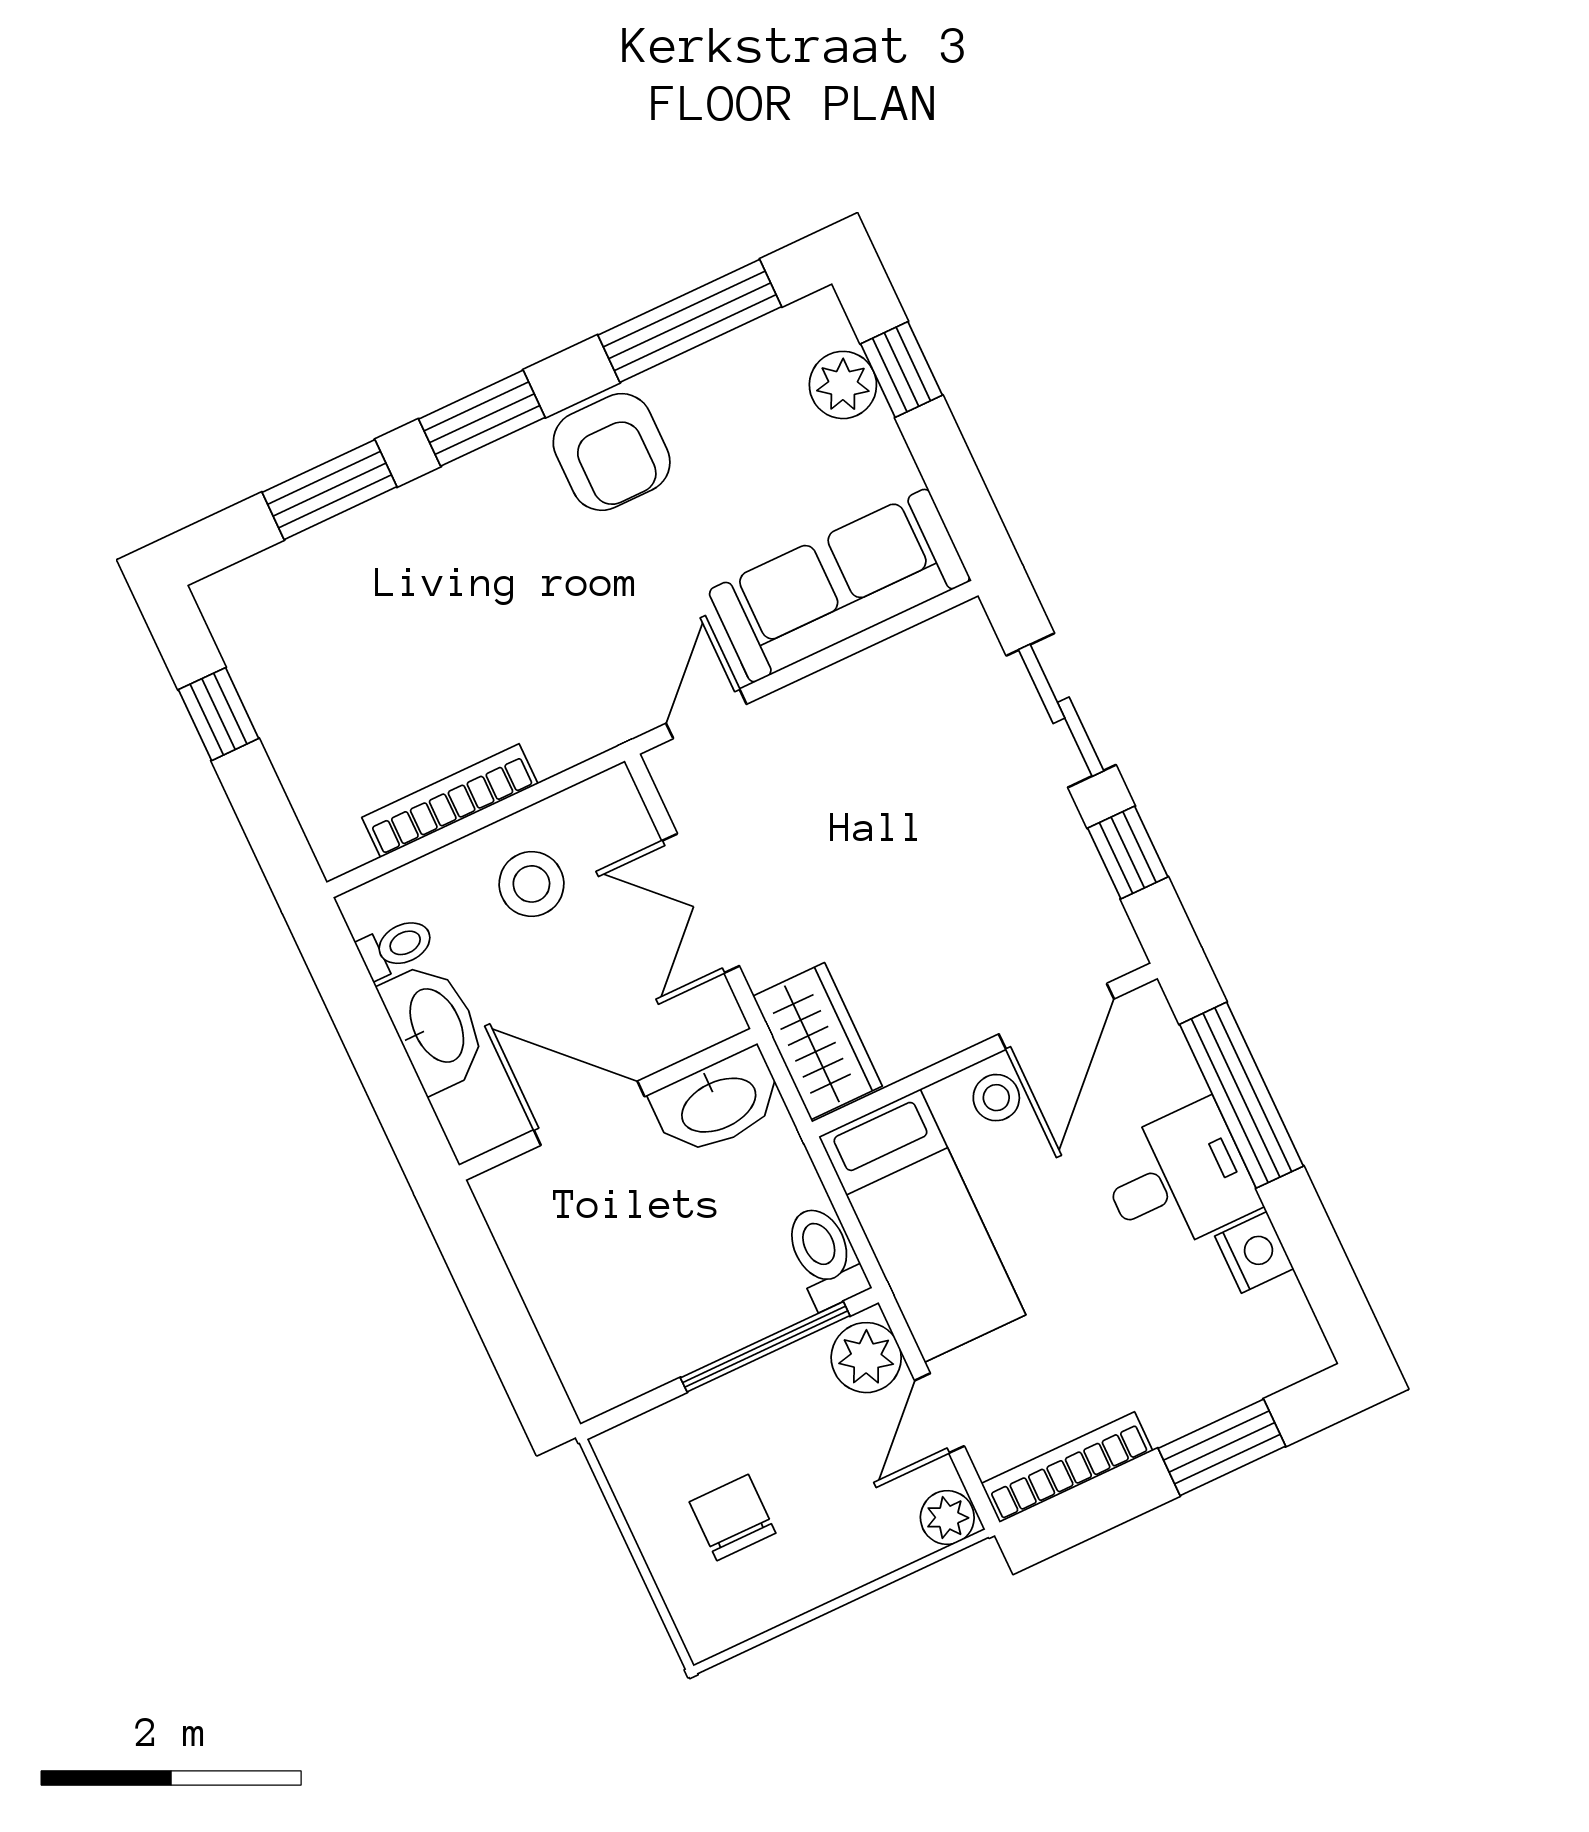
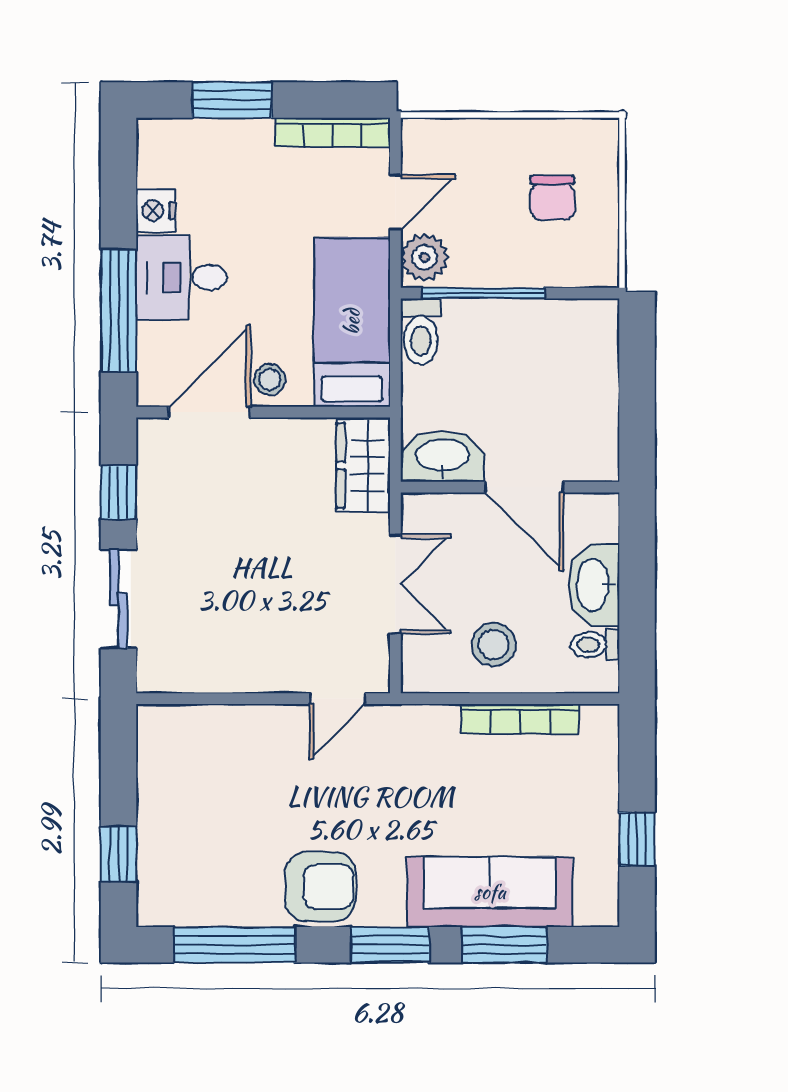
plant: (843, 385) -> (159, 861), removed
armchair: (612, 452) -> (320, 887), turned 90
sofa: (839, 586) -> (490, 892), moved, turned 180
plant: (947, 1518) -> (421, 136), removed

